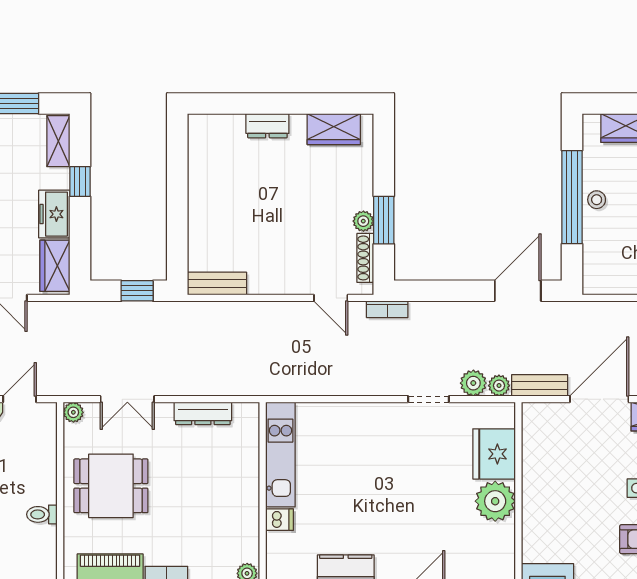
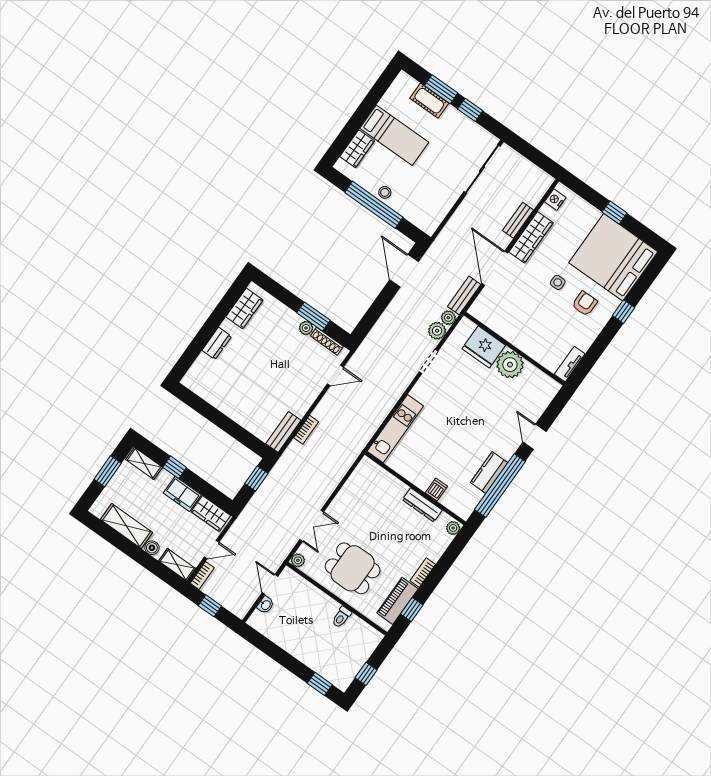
bookcase: (387, 309) -> (306, 430), moved
dresser: (203, 413) -> (422, 505), moved, turned 90
kitchen unit: (280, 455) -> (395, 429), moved, turned 90
dining table: (111, 486) -> (353, 568), turned 90

